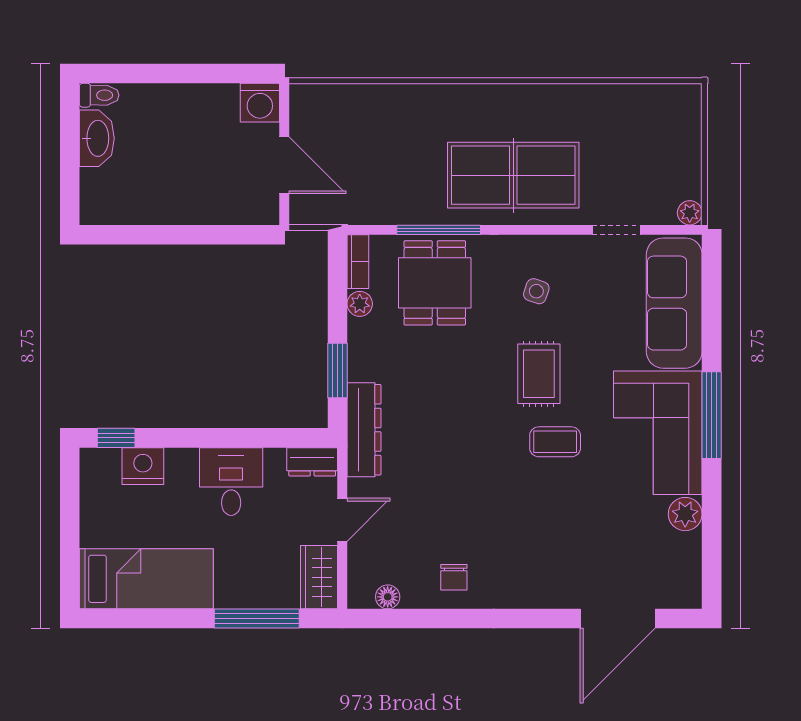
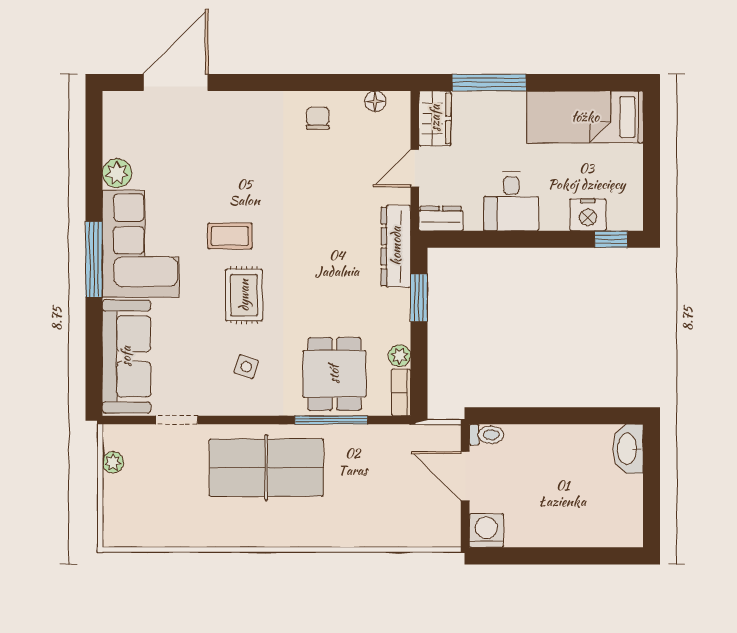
toilet: (99, 95) -> (486, 435), moved, turned 180
washbasin: (97, 138) -> (628, 449), moved
plant: (690, 213) -> (113, 462), moved

